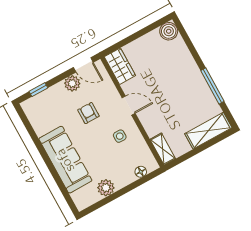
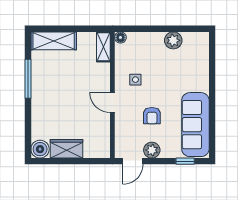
door: (83, 65) -> (133, 161), swing flipped
wardrobe: (120, 66) -> (66, 149), moved, turned 90
sofa: (65, 160) -> (195, 125), moved
floor lamp: (141, 172) -> (120, 37), moved

